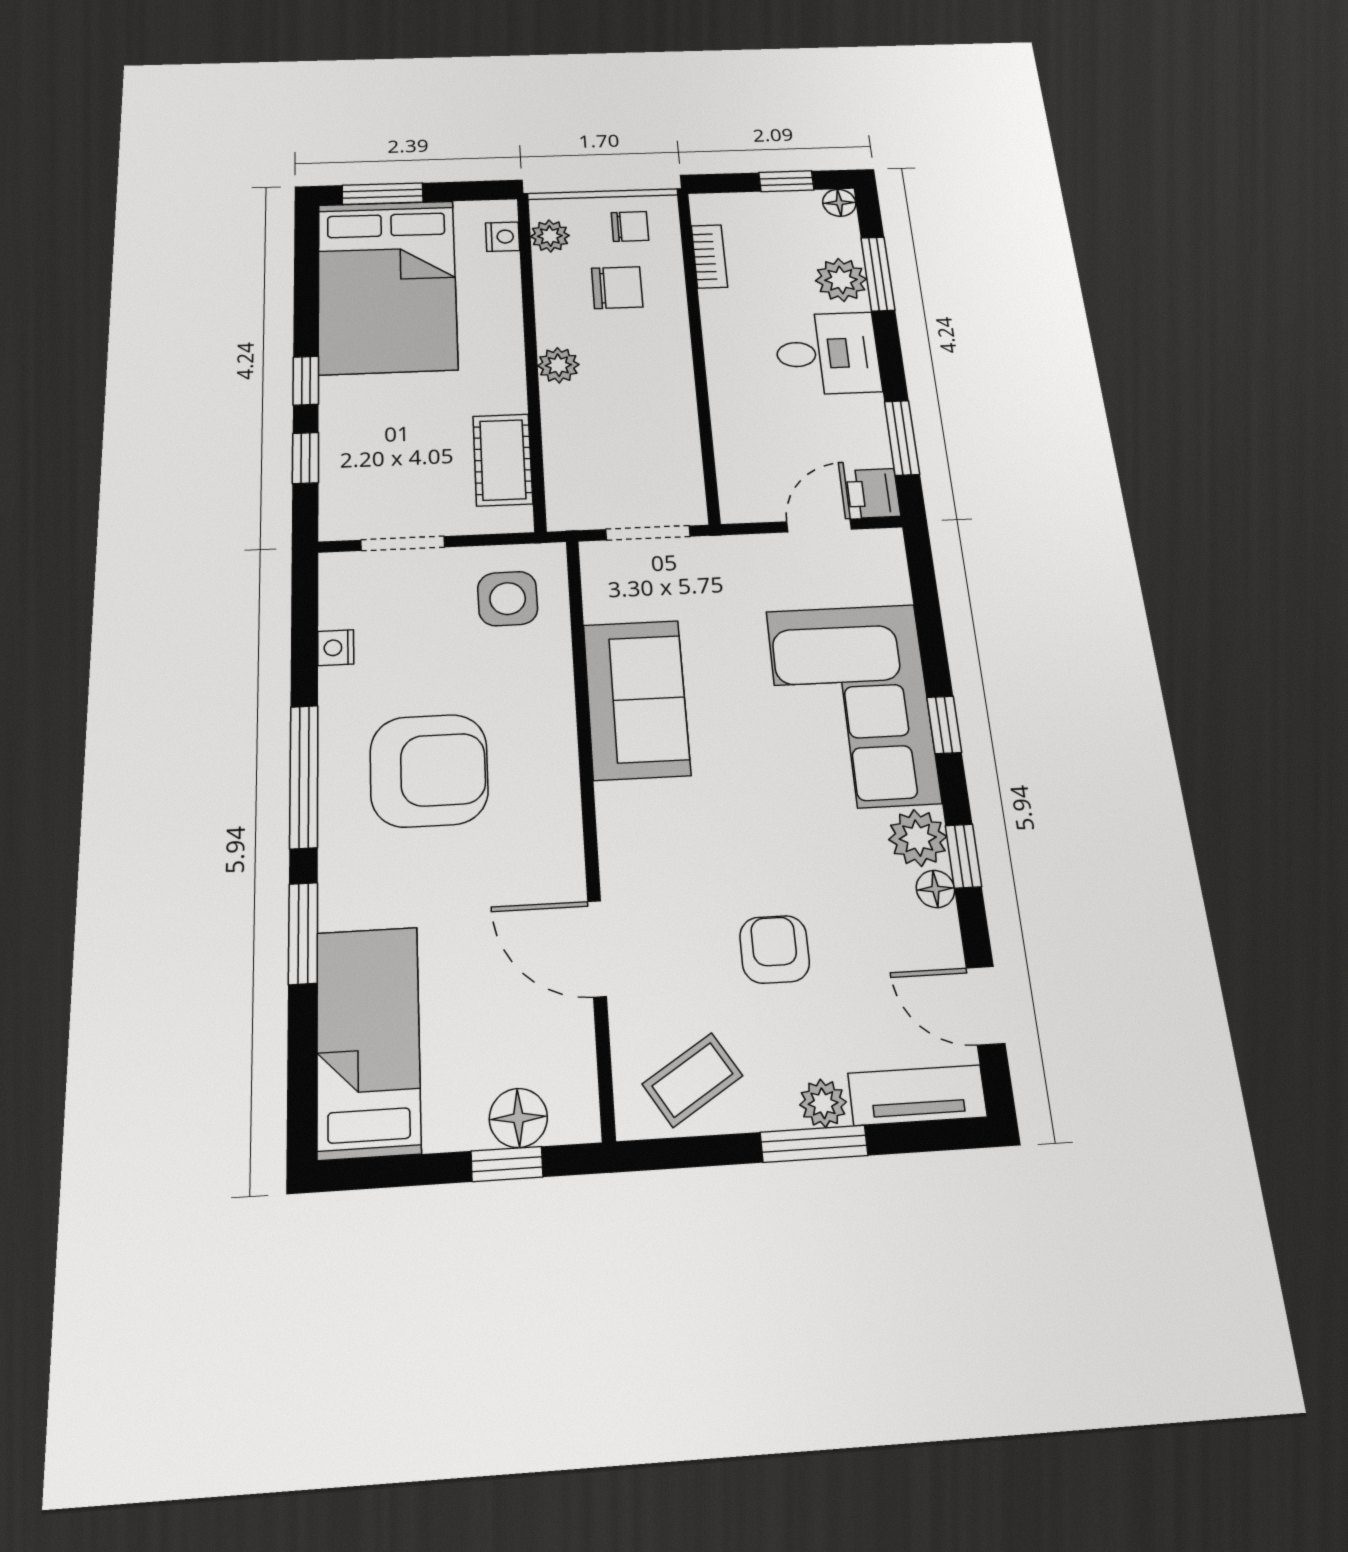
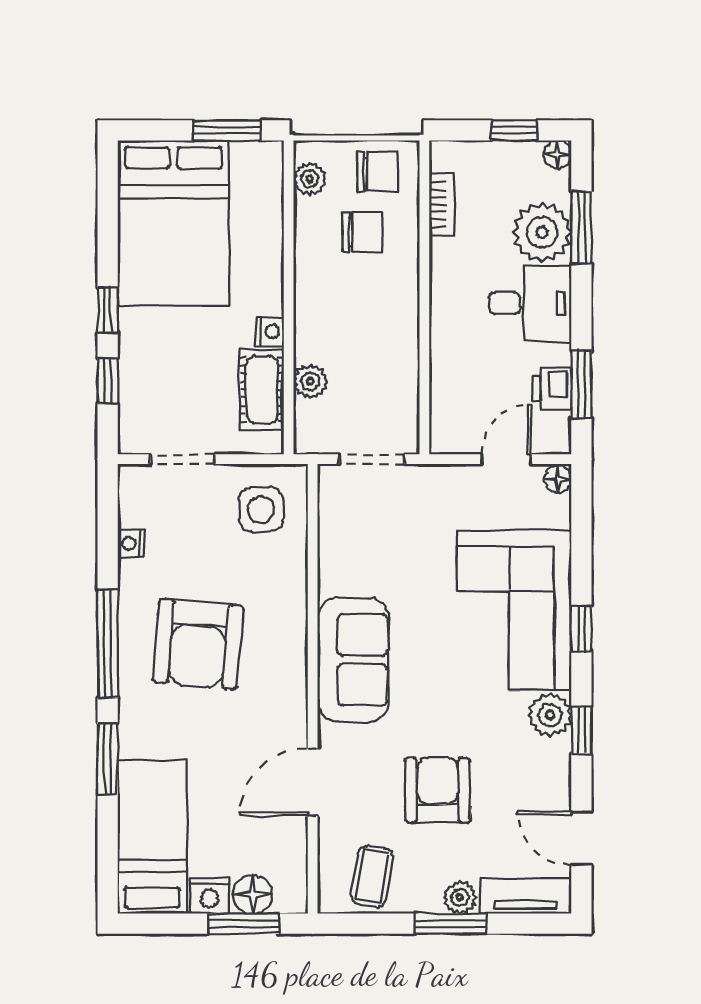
window: (383, 194) -> (226, 130), moved
chair: (630, 226) -> (377, 172), width x1.37, depth x1.37
nightstand: (503, 237) -> (270, 332), moved
plant: (841, 280) -> (542, 232), width x1.36, depth x1.36
plant: (558, 365) -> (310, 382), moved
printer: (873, 493) -> (552, 389), moved
sofa: (636, 699) -> (353, 660), moved
armchair: (429, 770) -> (198, 644), turned 95
floor lamp: (935, 889) -> (558, 479), moved
door: (597, 949) -> (313, 782), hinge flipped
armchair: (775, 949) -> (437, 790), width x1.38, depth x1.38
coffee table: (692, 1080) -> (372, 876), turned -48
nightstand: (455, 1124) -> (210, 896), added
window: (507, 1164) -> (244, 924), width x1.50

